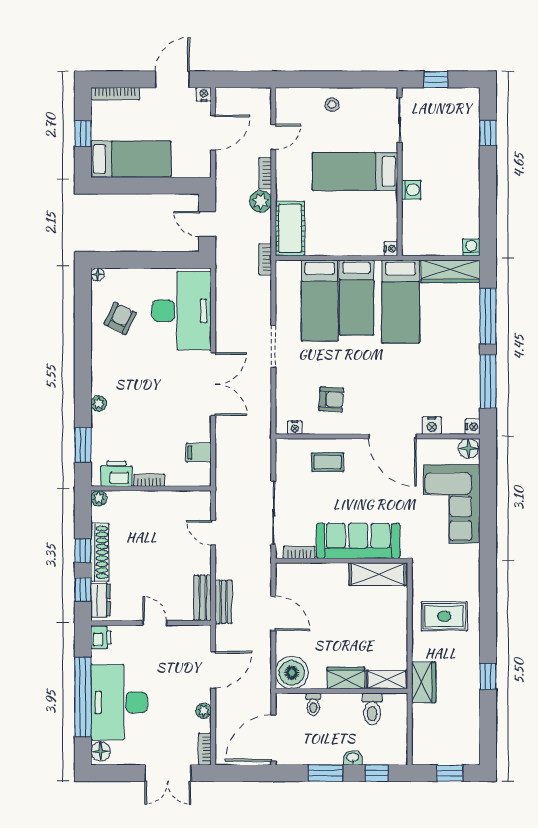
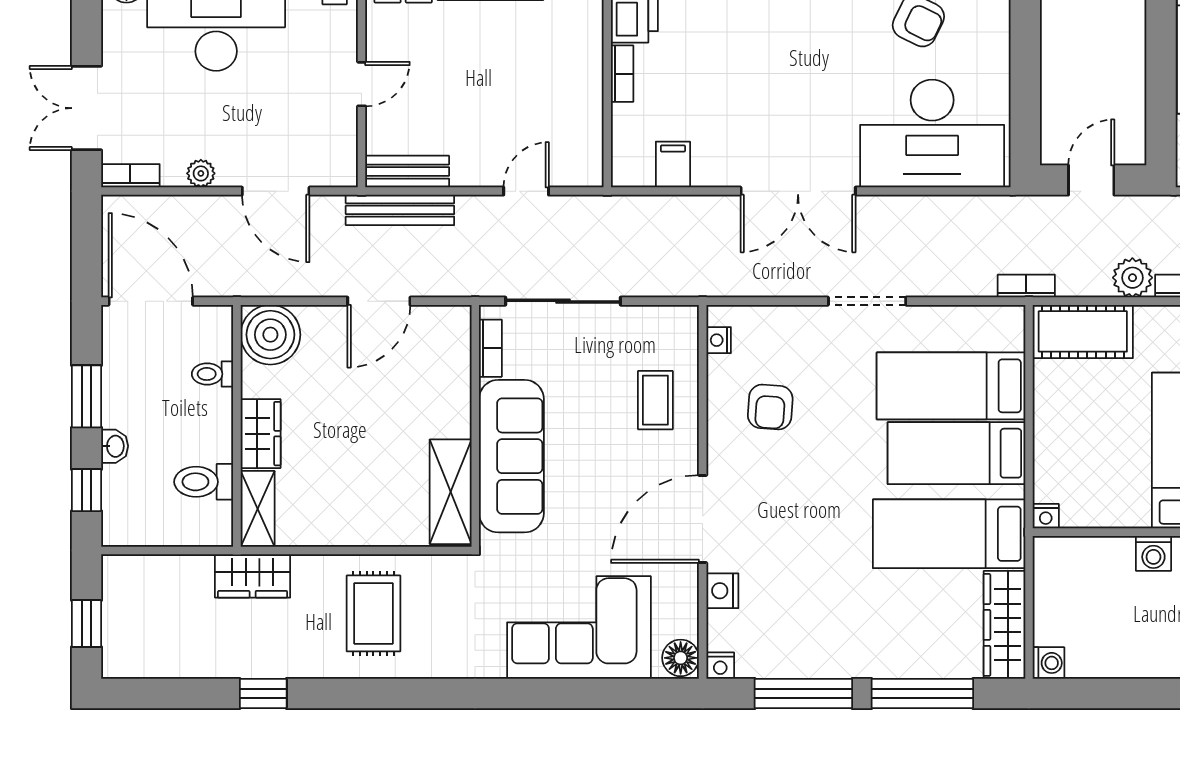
bench: (224, 602) -> (400, 210), width x1.36

